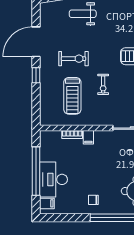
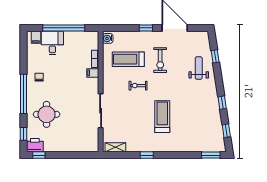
water cooler: (48, 120) -> (108, 38), added
desk: (53, 179) -> (52, 43), width x0.73

